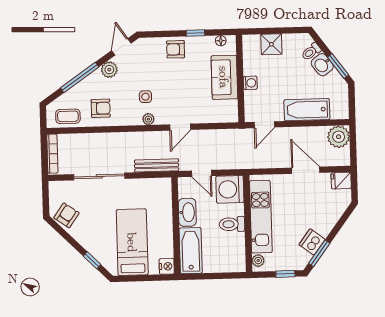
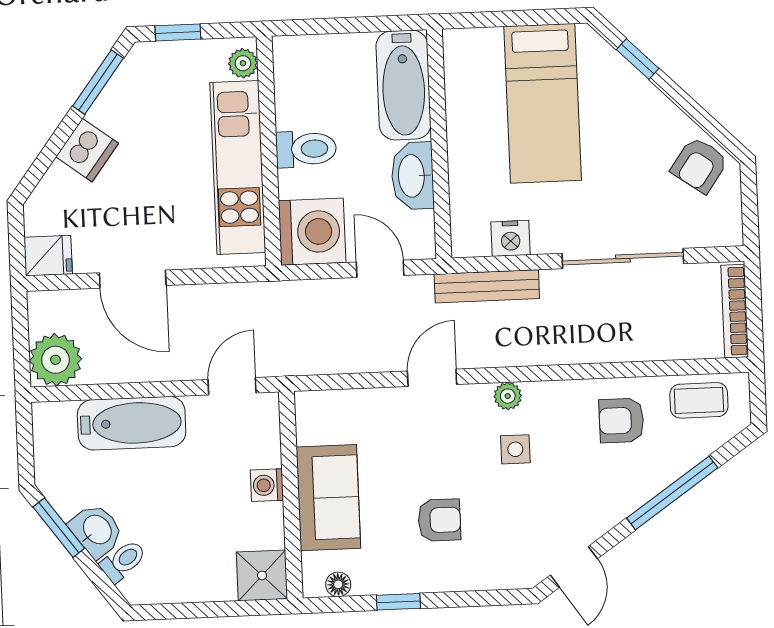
shower: (271, 44) -> (262, 575), moved
armchair: (176, 49) -> (439, 520), moved
plant: (109, 70) -> (602, 512), removed
dishwasher: (312, 242) -> (87, 150), moved
nightstand: (167, 266) -> (511, 238), moved, turned -90

